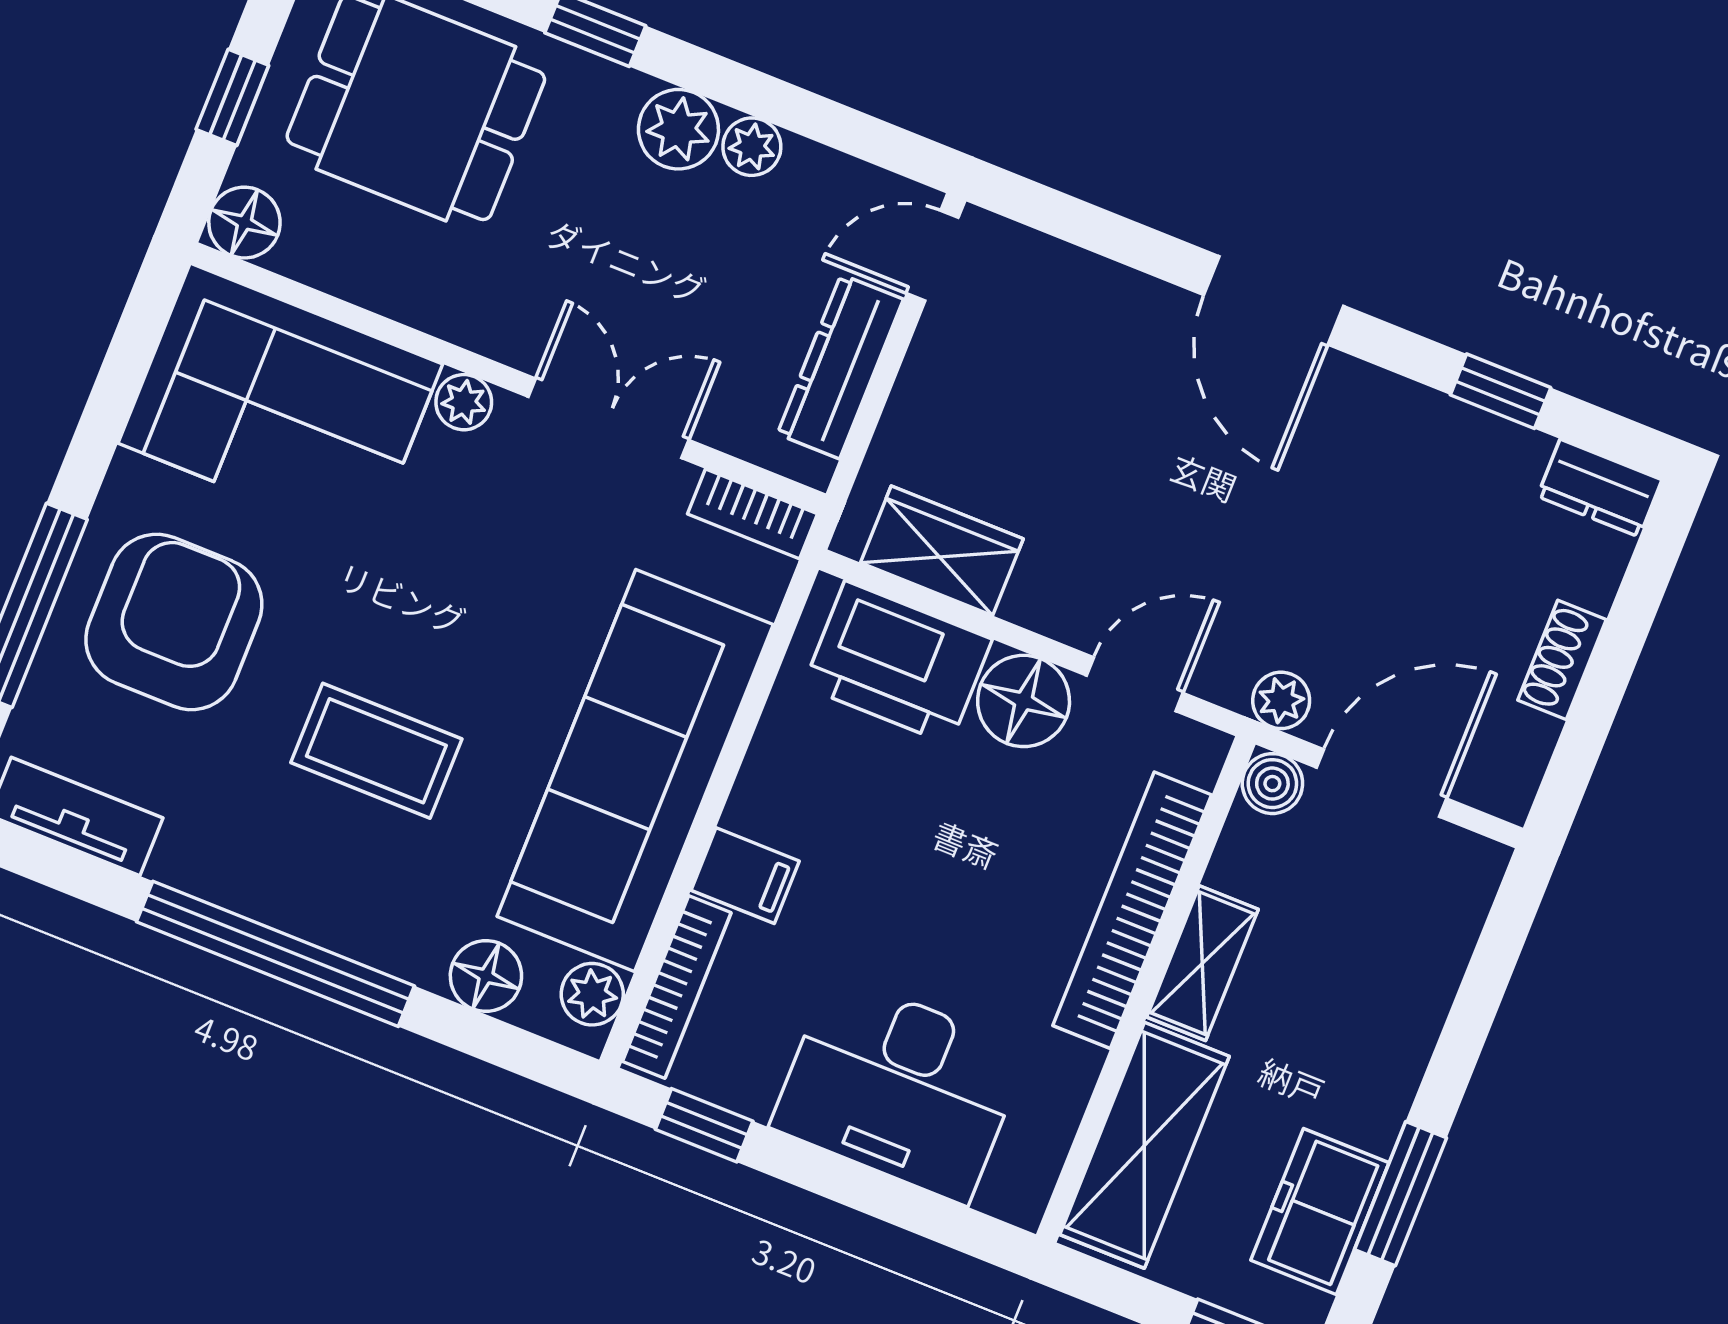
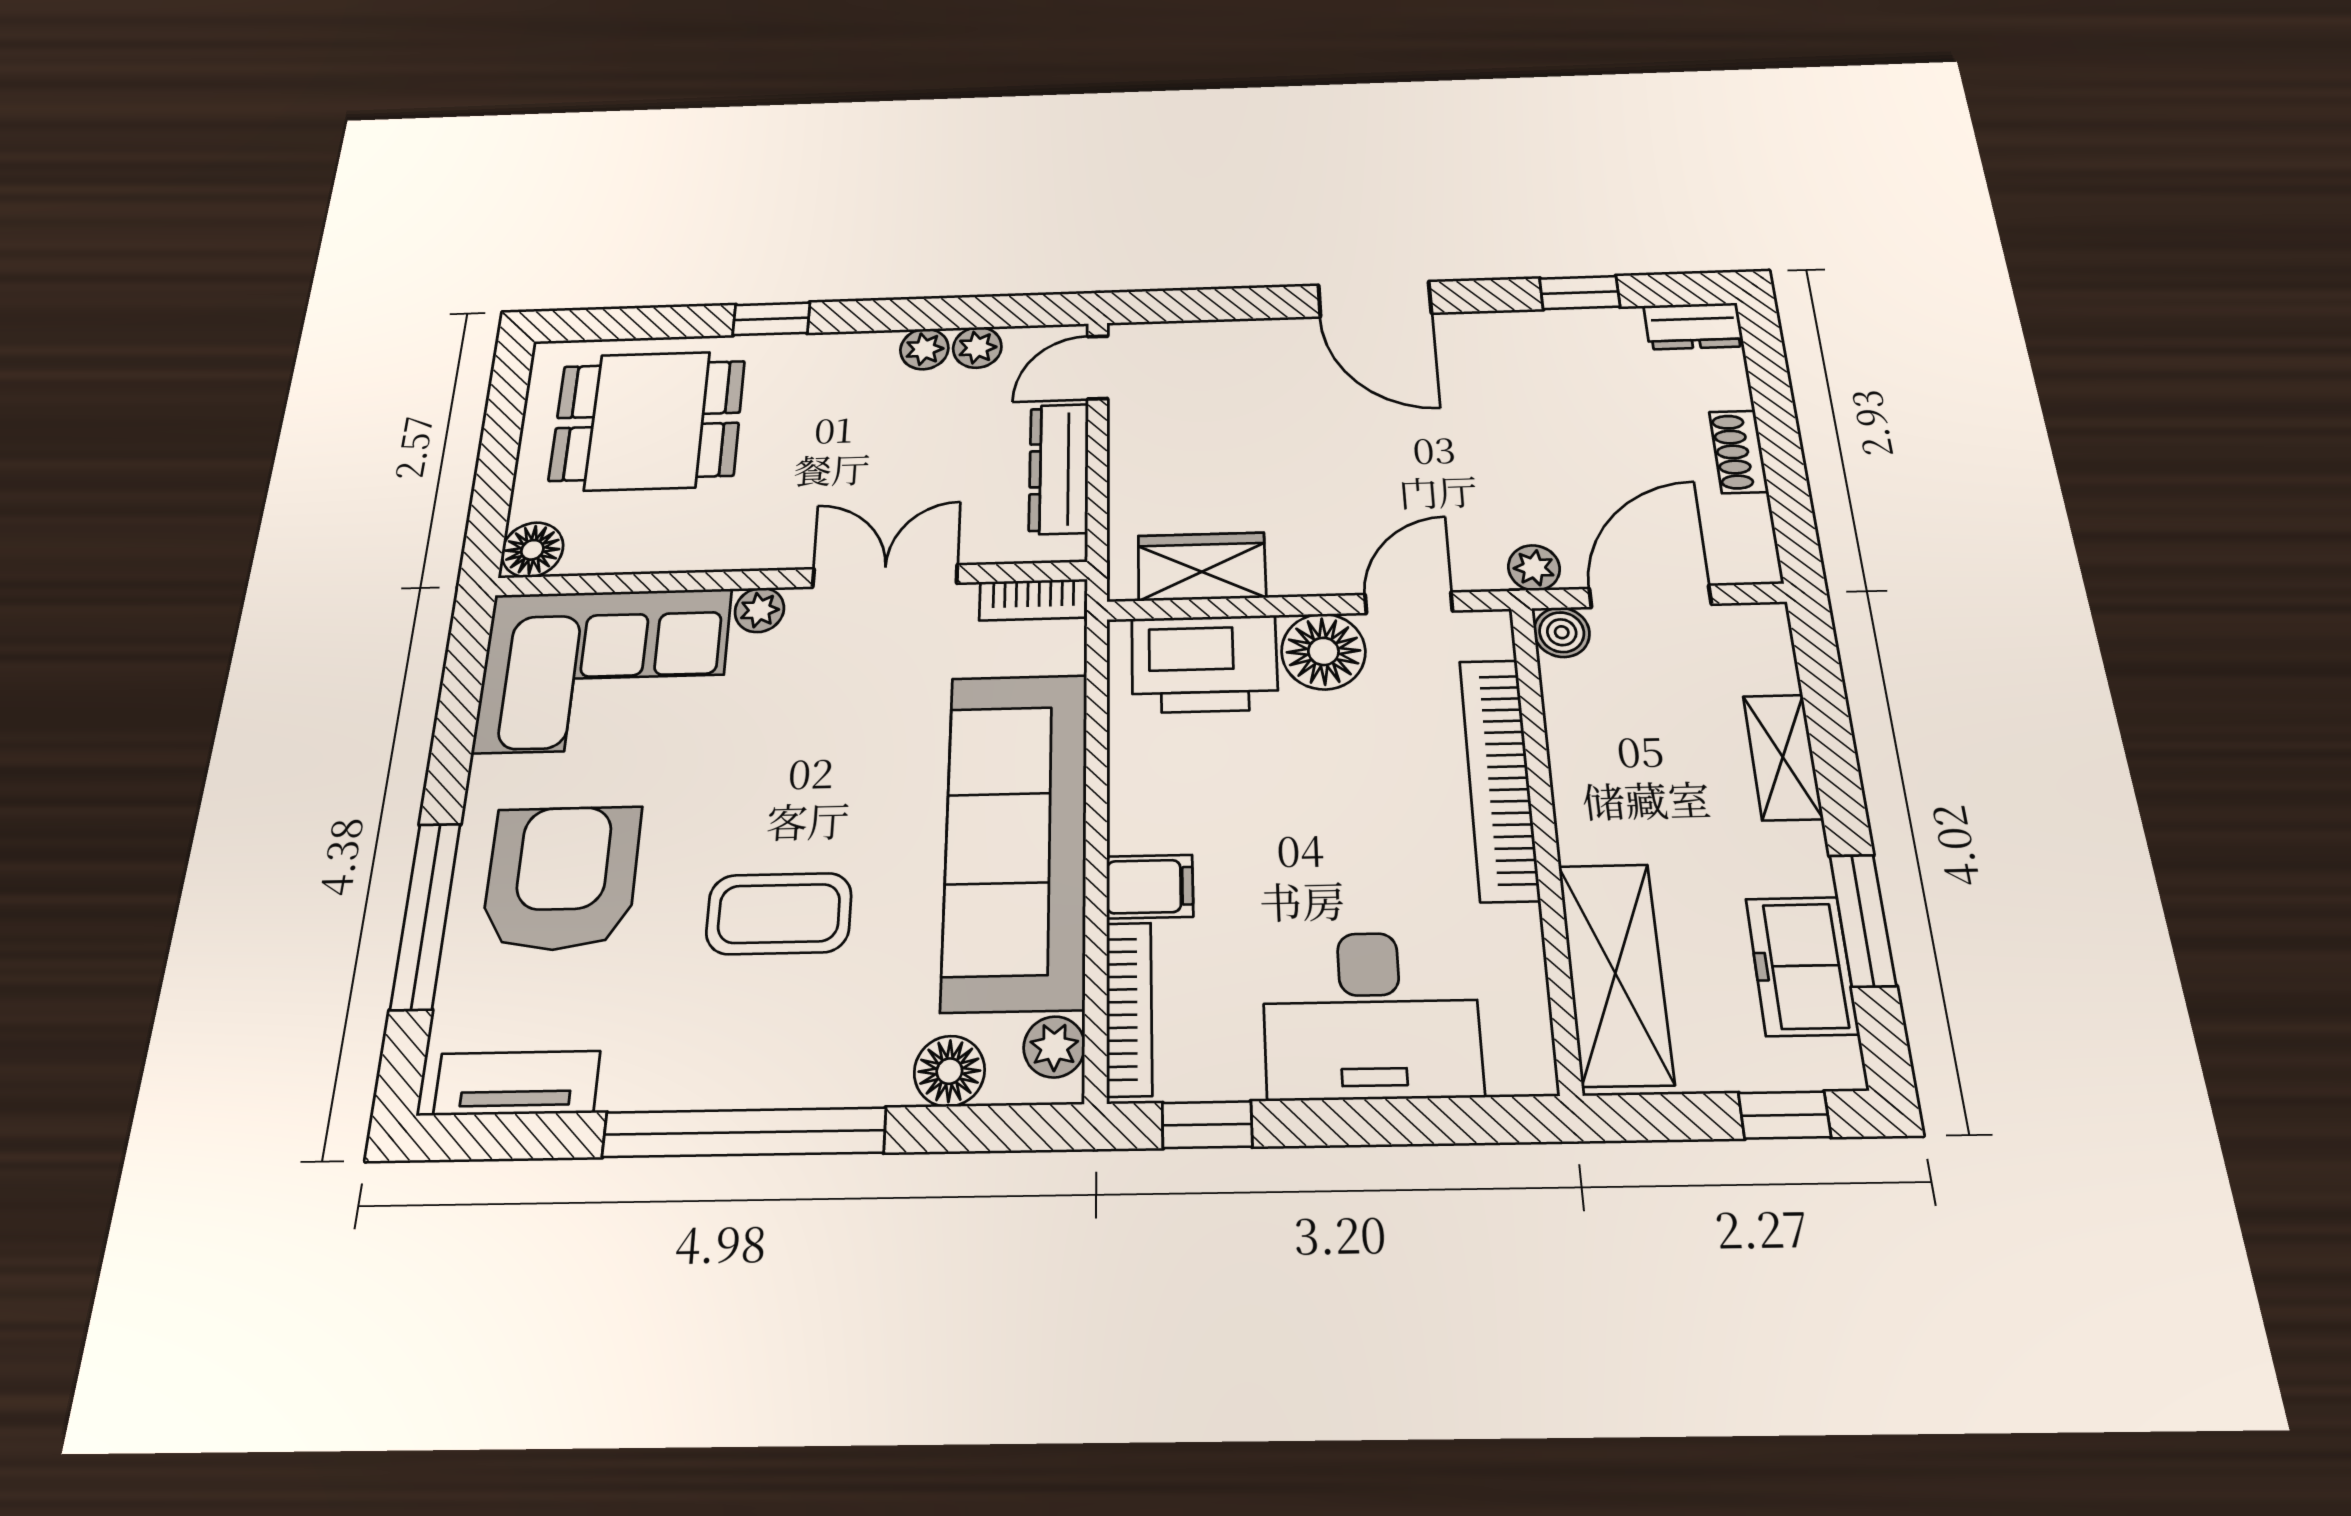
window: (232, 97) -> (496, 467), removed
plant: (678, 129) -> (977, 347), moved, width x0.73, depth x0.73
shelving: (1202, 963) -> (1783, 757), moved

